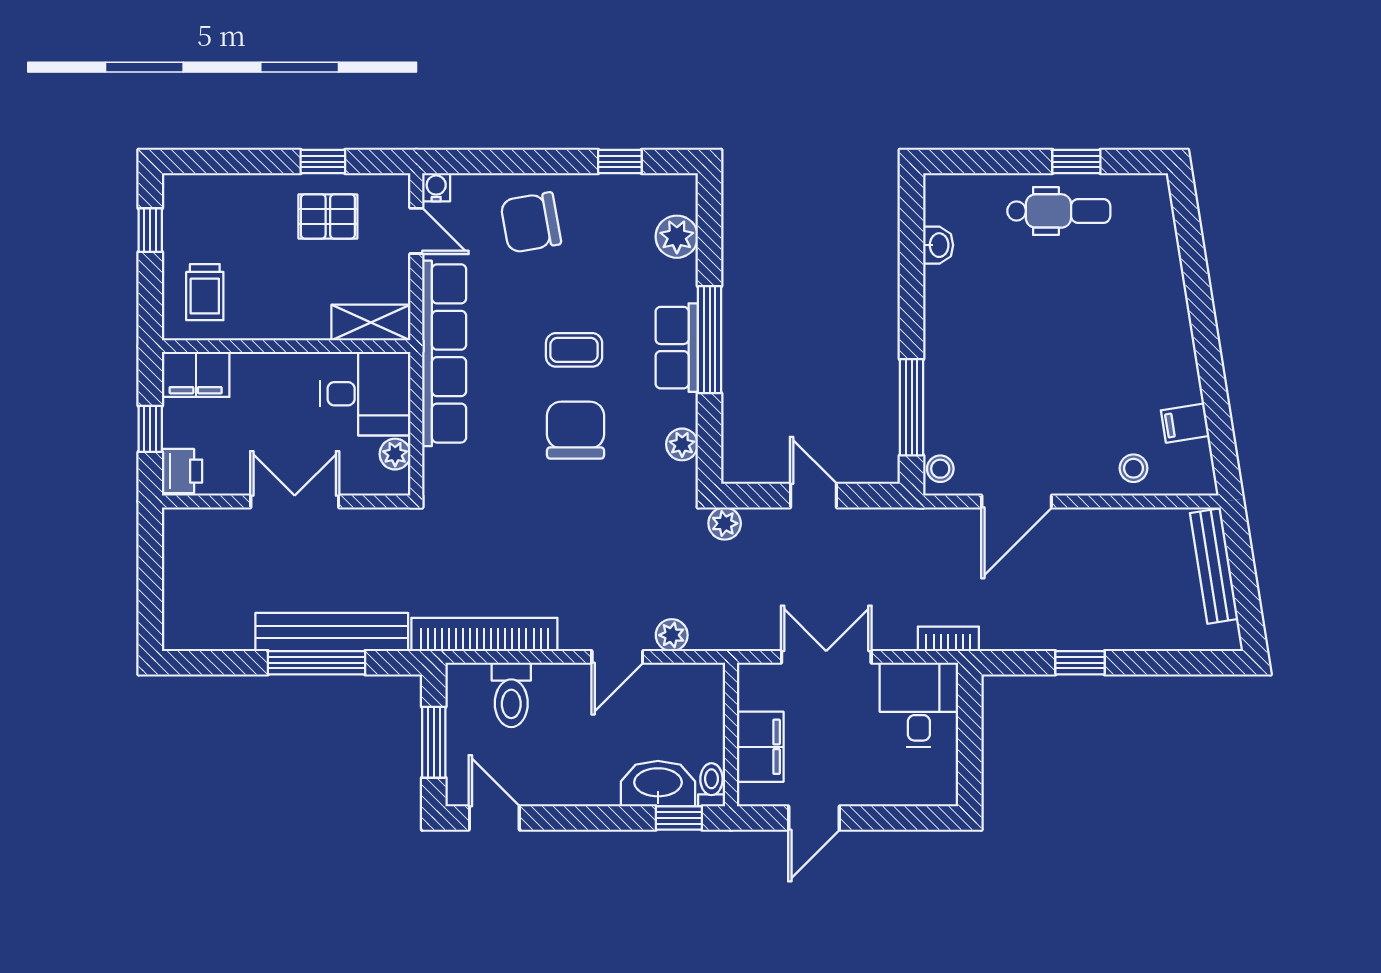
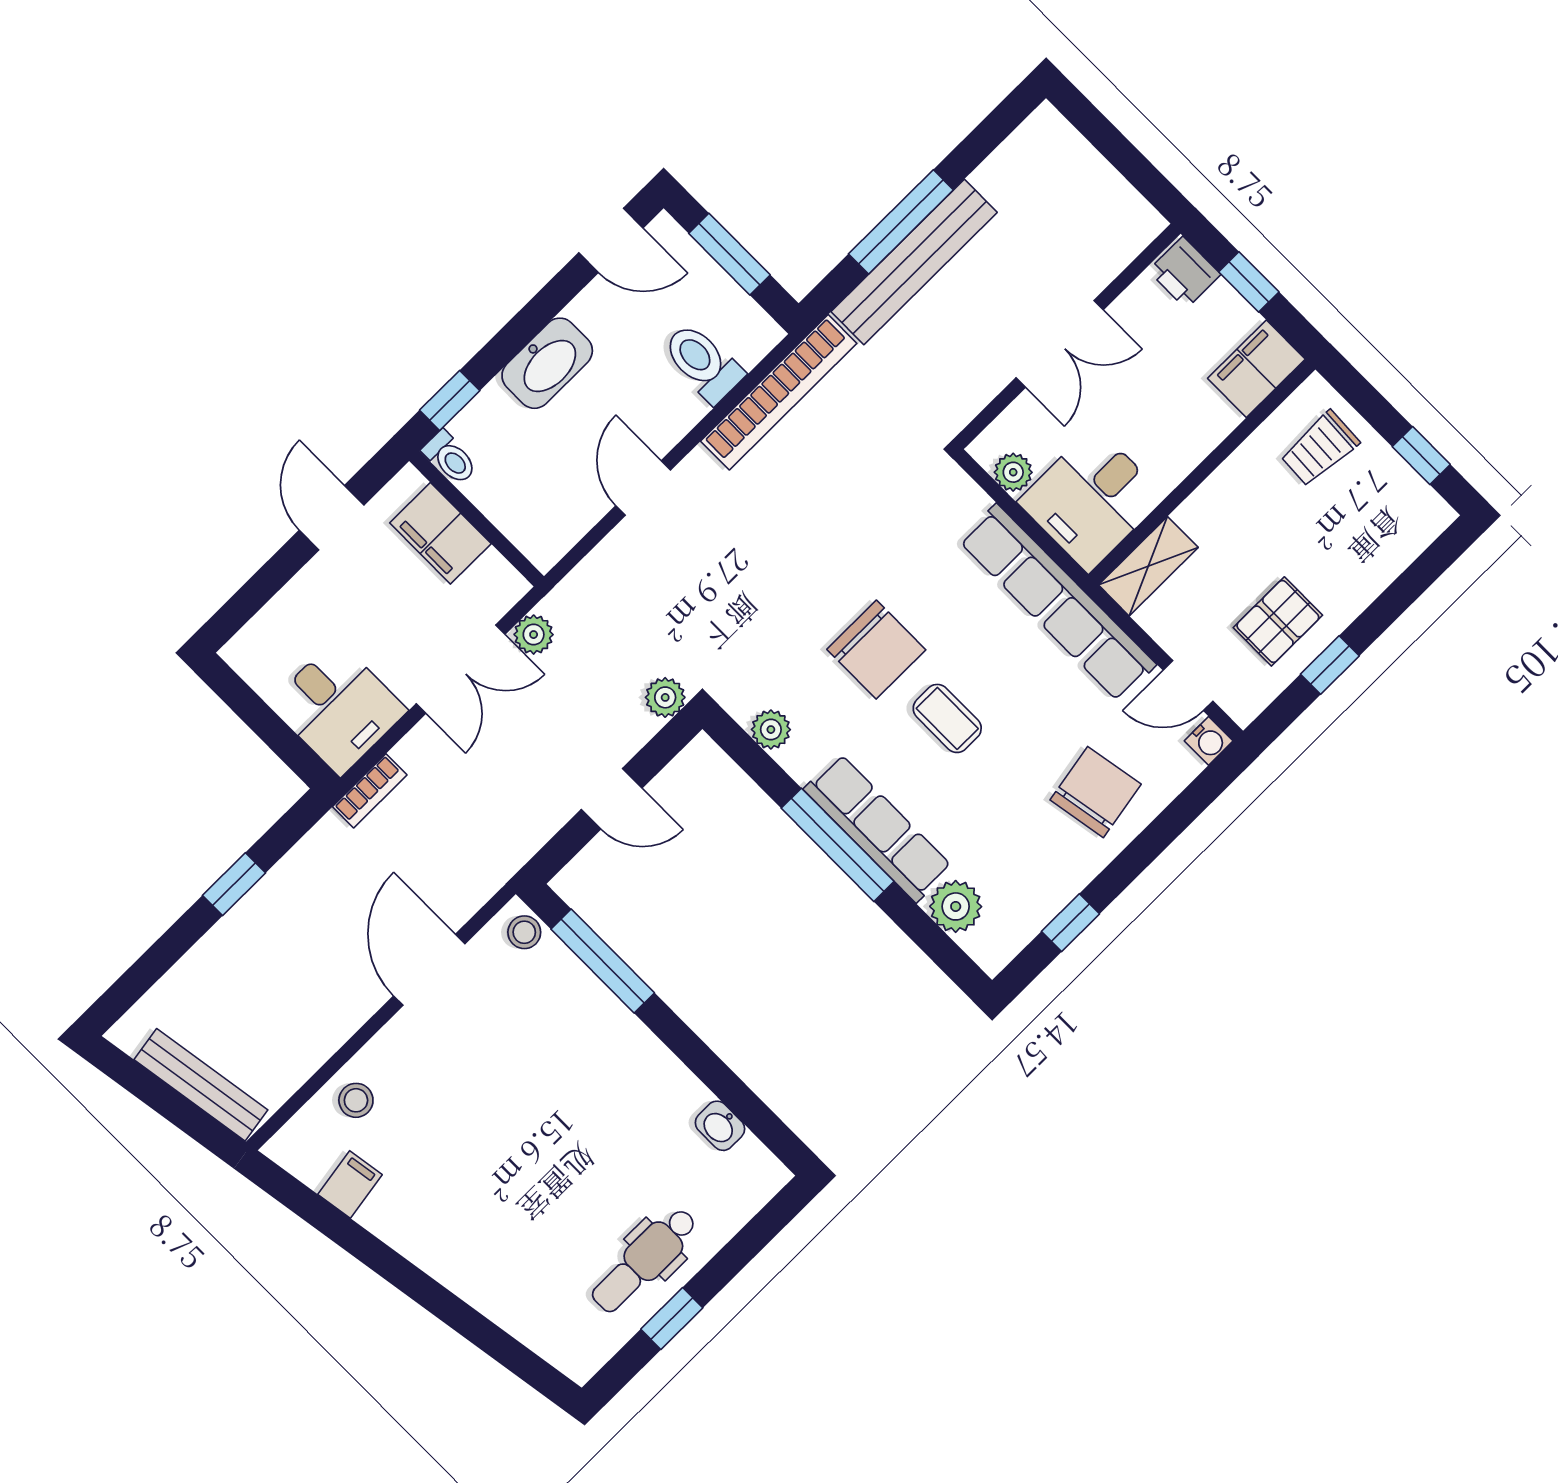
trolley: (205, 292) -> (1320, 449), turned -87
row of seats: (677, 348) -> (878, 828), width x1.48
coffee table: (574, 350) -> (947, 718), turned 90
plant: (672, 635) -> (534, 635), moved
washbasin: (658, 784) -> (547, 363), moved

